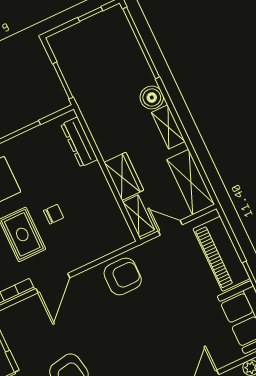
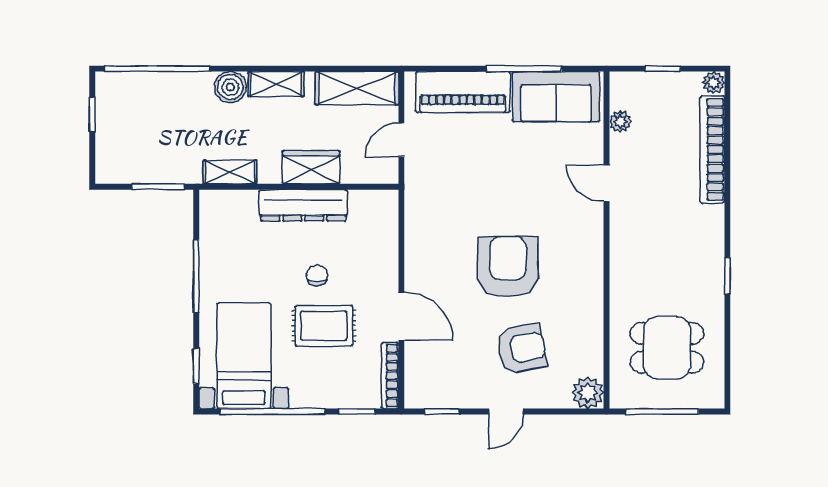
dresser: (79, 142) -> (303, 205), moved, width x1.37, depth x1.24
shelving: (139, 216) -> (230, 172), moved
armchair: (123, 276) -> (508, 267), moved, width x1.36, depth x1.36

